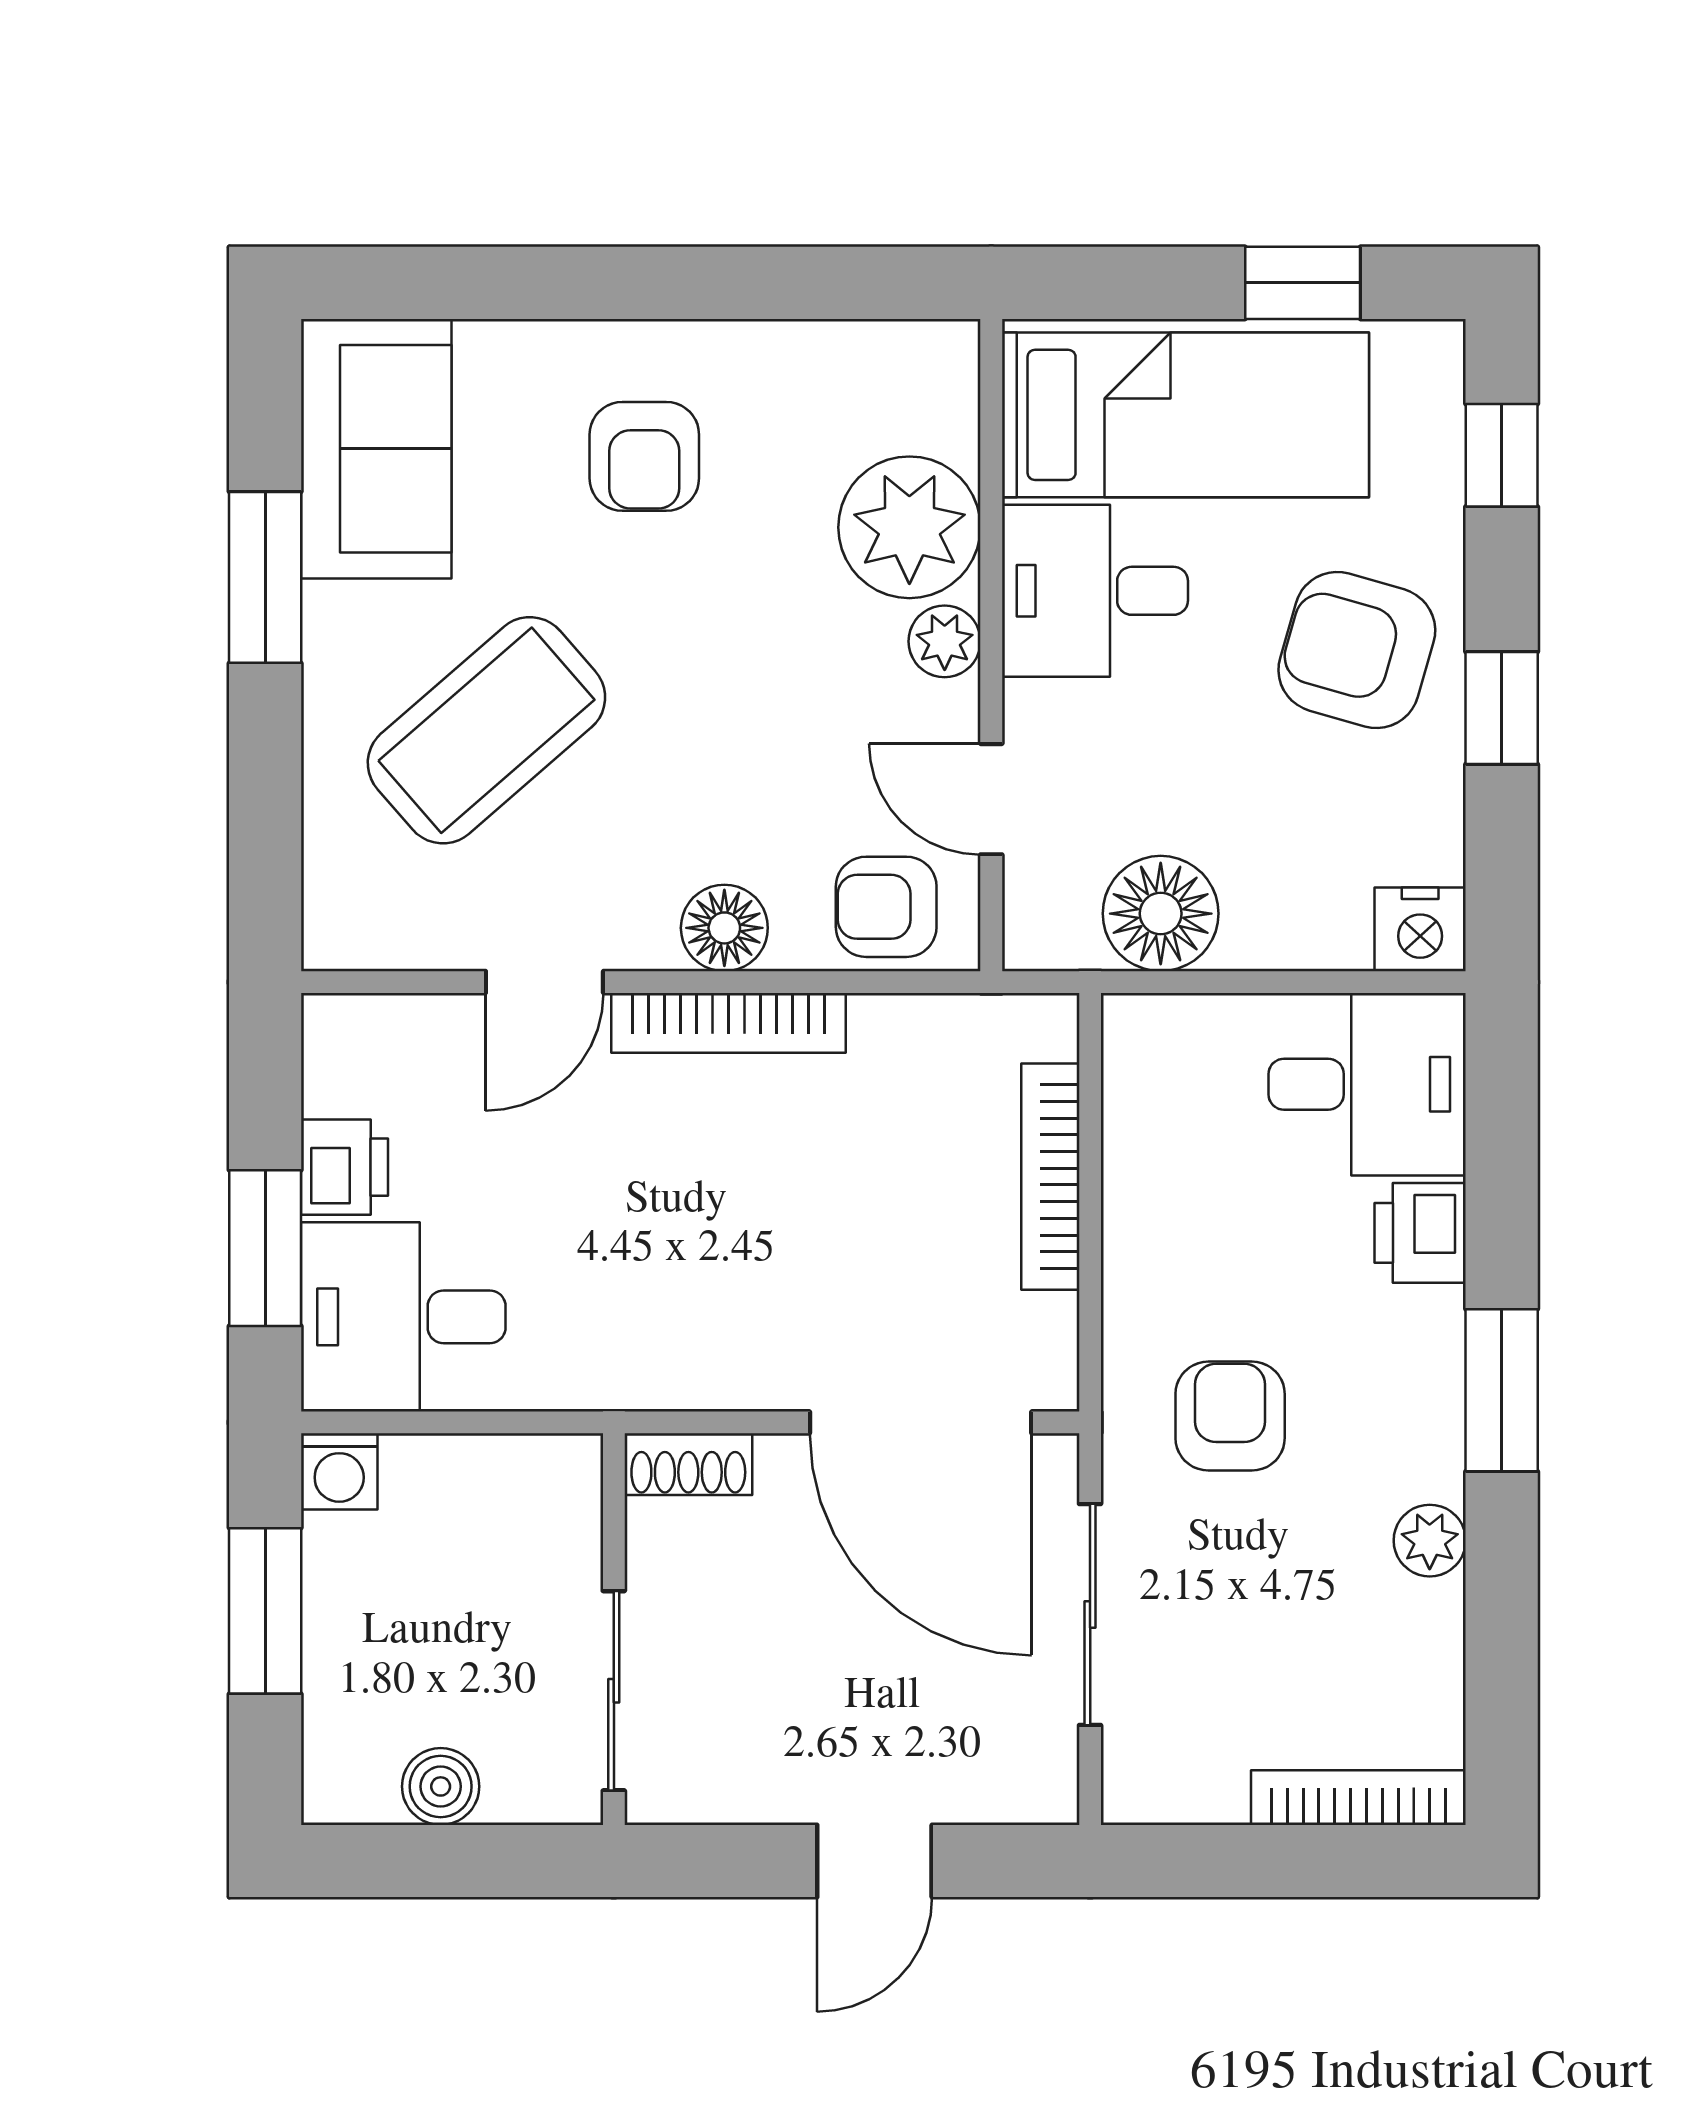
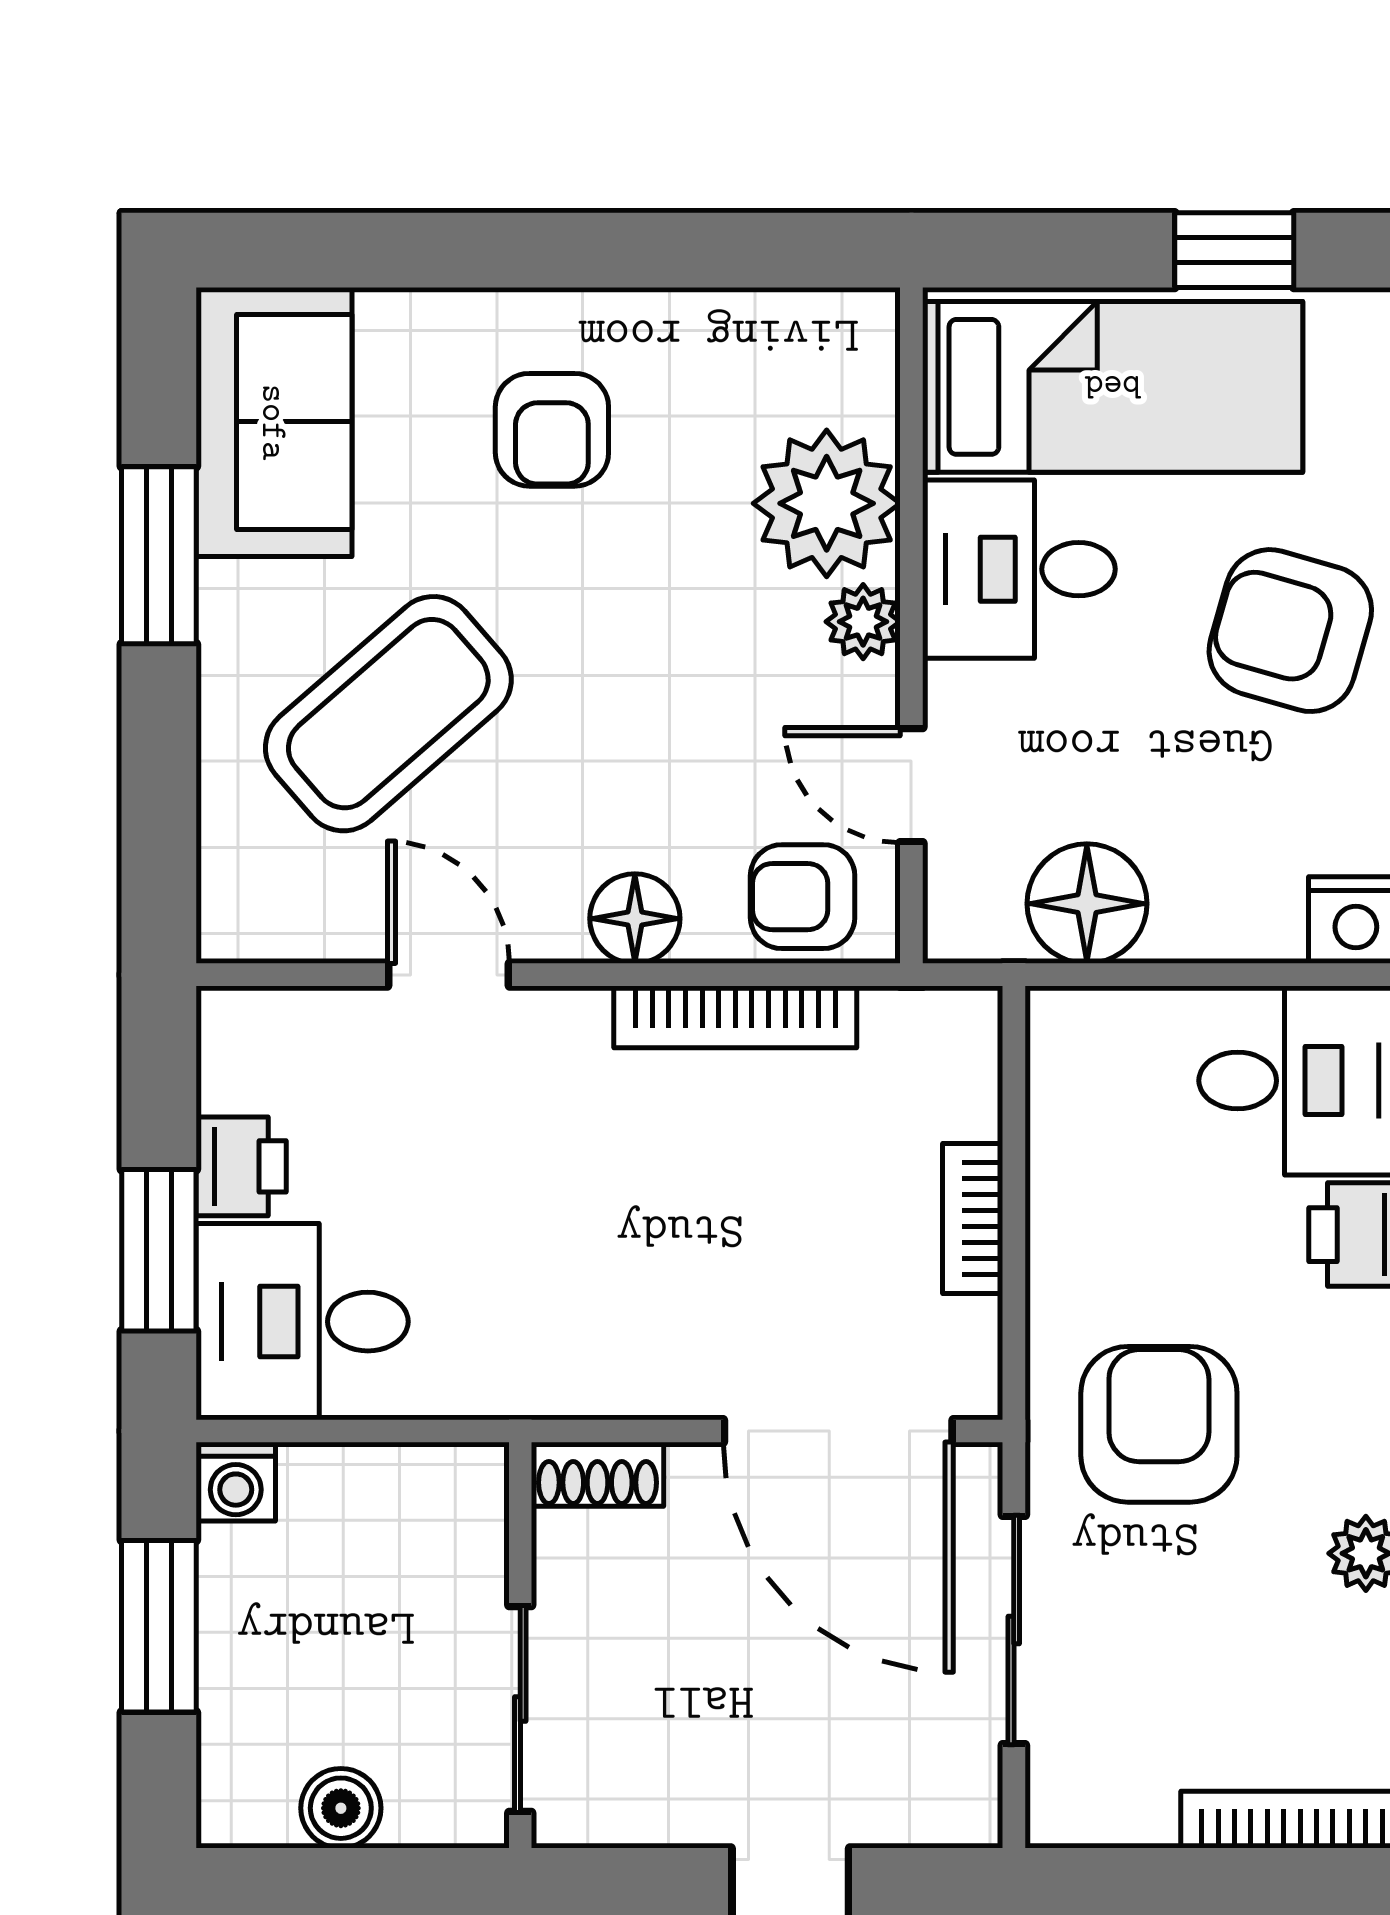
door: (544, 982) -> (448, 975), swing flipped
bookcase: (728, 1023) -> (735, 1017), moved
bookcase: (1050, 1177) -> (973, 1218), width x0.64
armchair: (1230, 1416) -> (1159, 1424), width x1.38, depth x1.38

